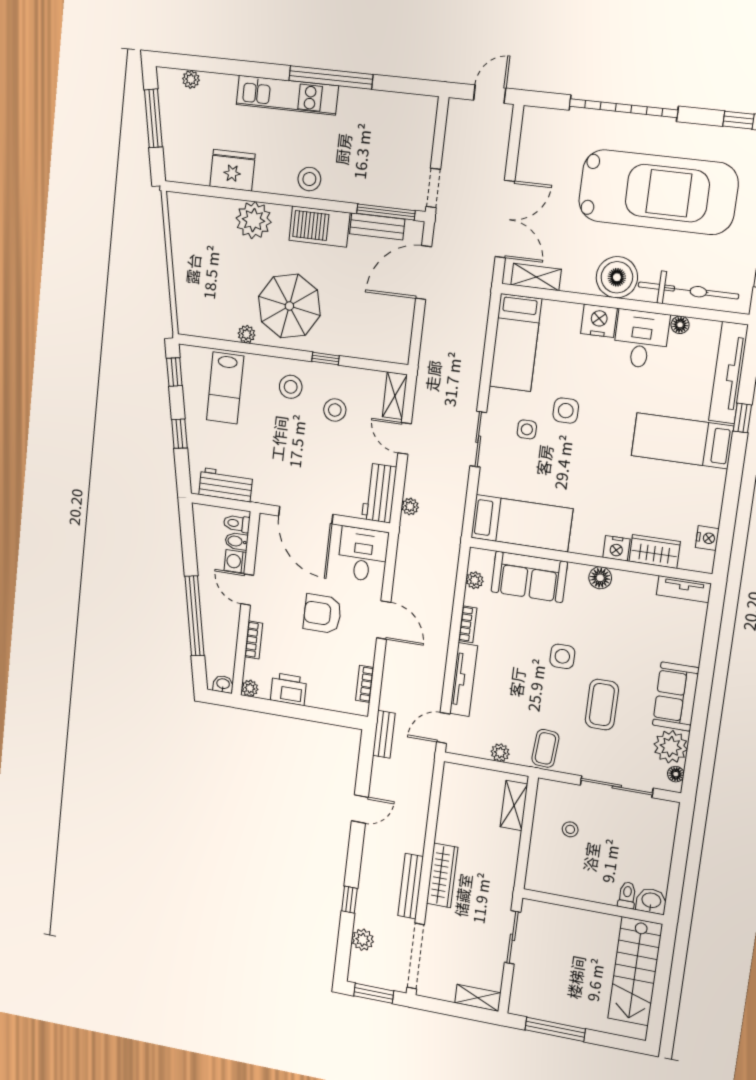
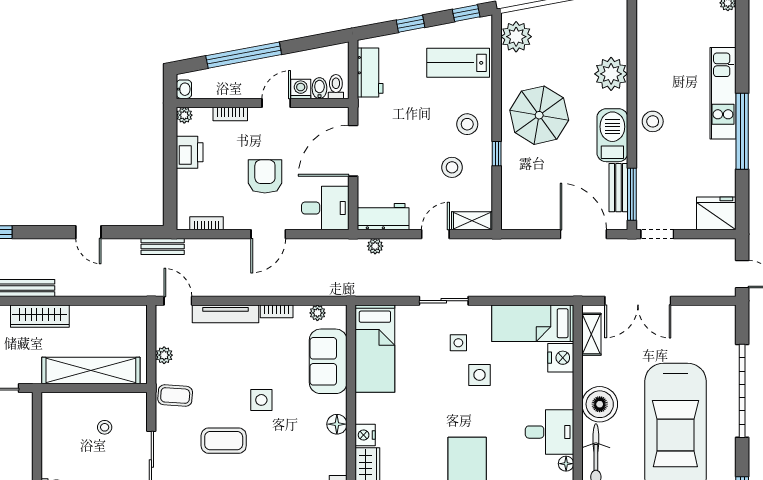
fridge: (232, 170) -> (716, 213), moved, turned -90
nightstand: (599, 321) -> (561, 358), moved
plant: (247, 334) -> (516, 37), moved, width x1.88, depth x1.88
shelving: (514, 805) -> (91, 371), width x2.20, depth x1.33

